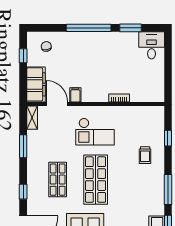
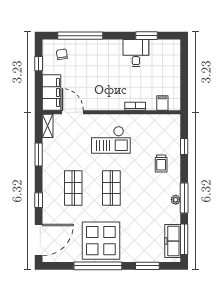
window: (89, 28) -> (80, 36), moved
desk: (152, 45) -> (136, 53), moved
filing cabinet: (75, 95) -> (162, 103), moved
shop shelf: (96, 180) -> (111, 188), width x0.70, depth x0.74
plant: (159, 191) -> (176, 200), added

